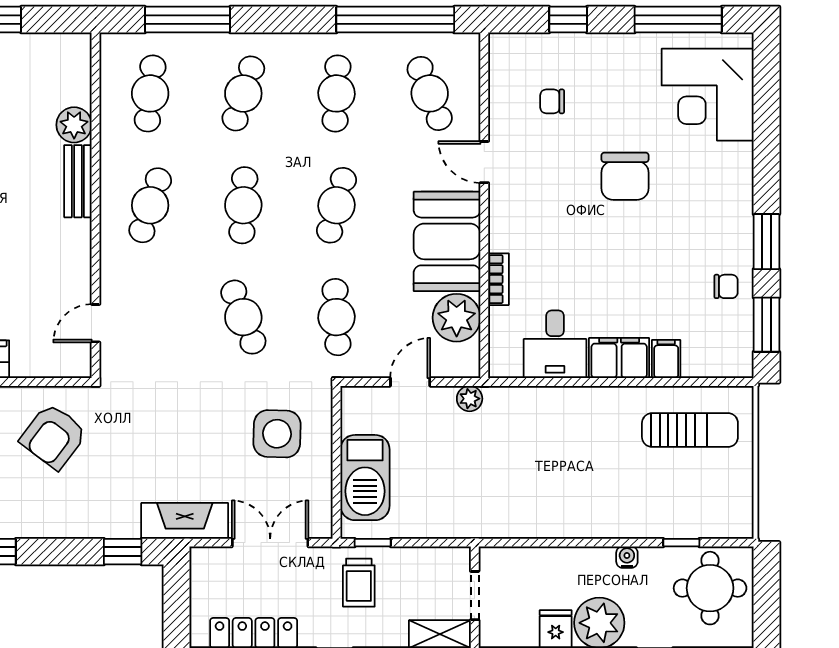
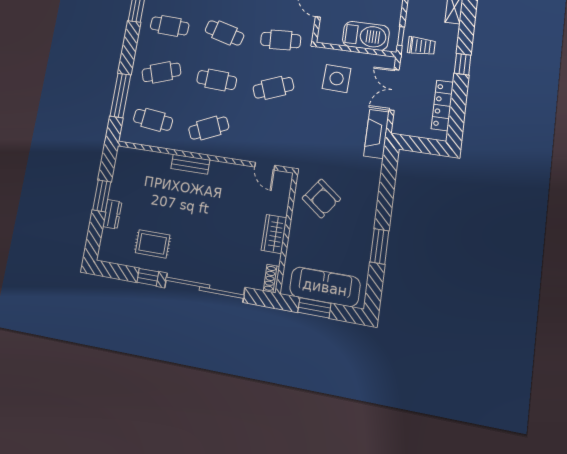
cafe table: (243, 93) -> (161, 72), turned -36
plant: (74, 125) -> (162, 162), removed
cafe table: (150, 205) -> (209, 128), turned -42
window: (123, 552) -> (389, 170), removed

